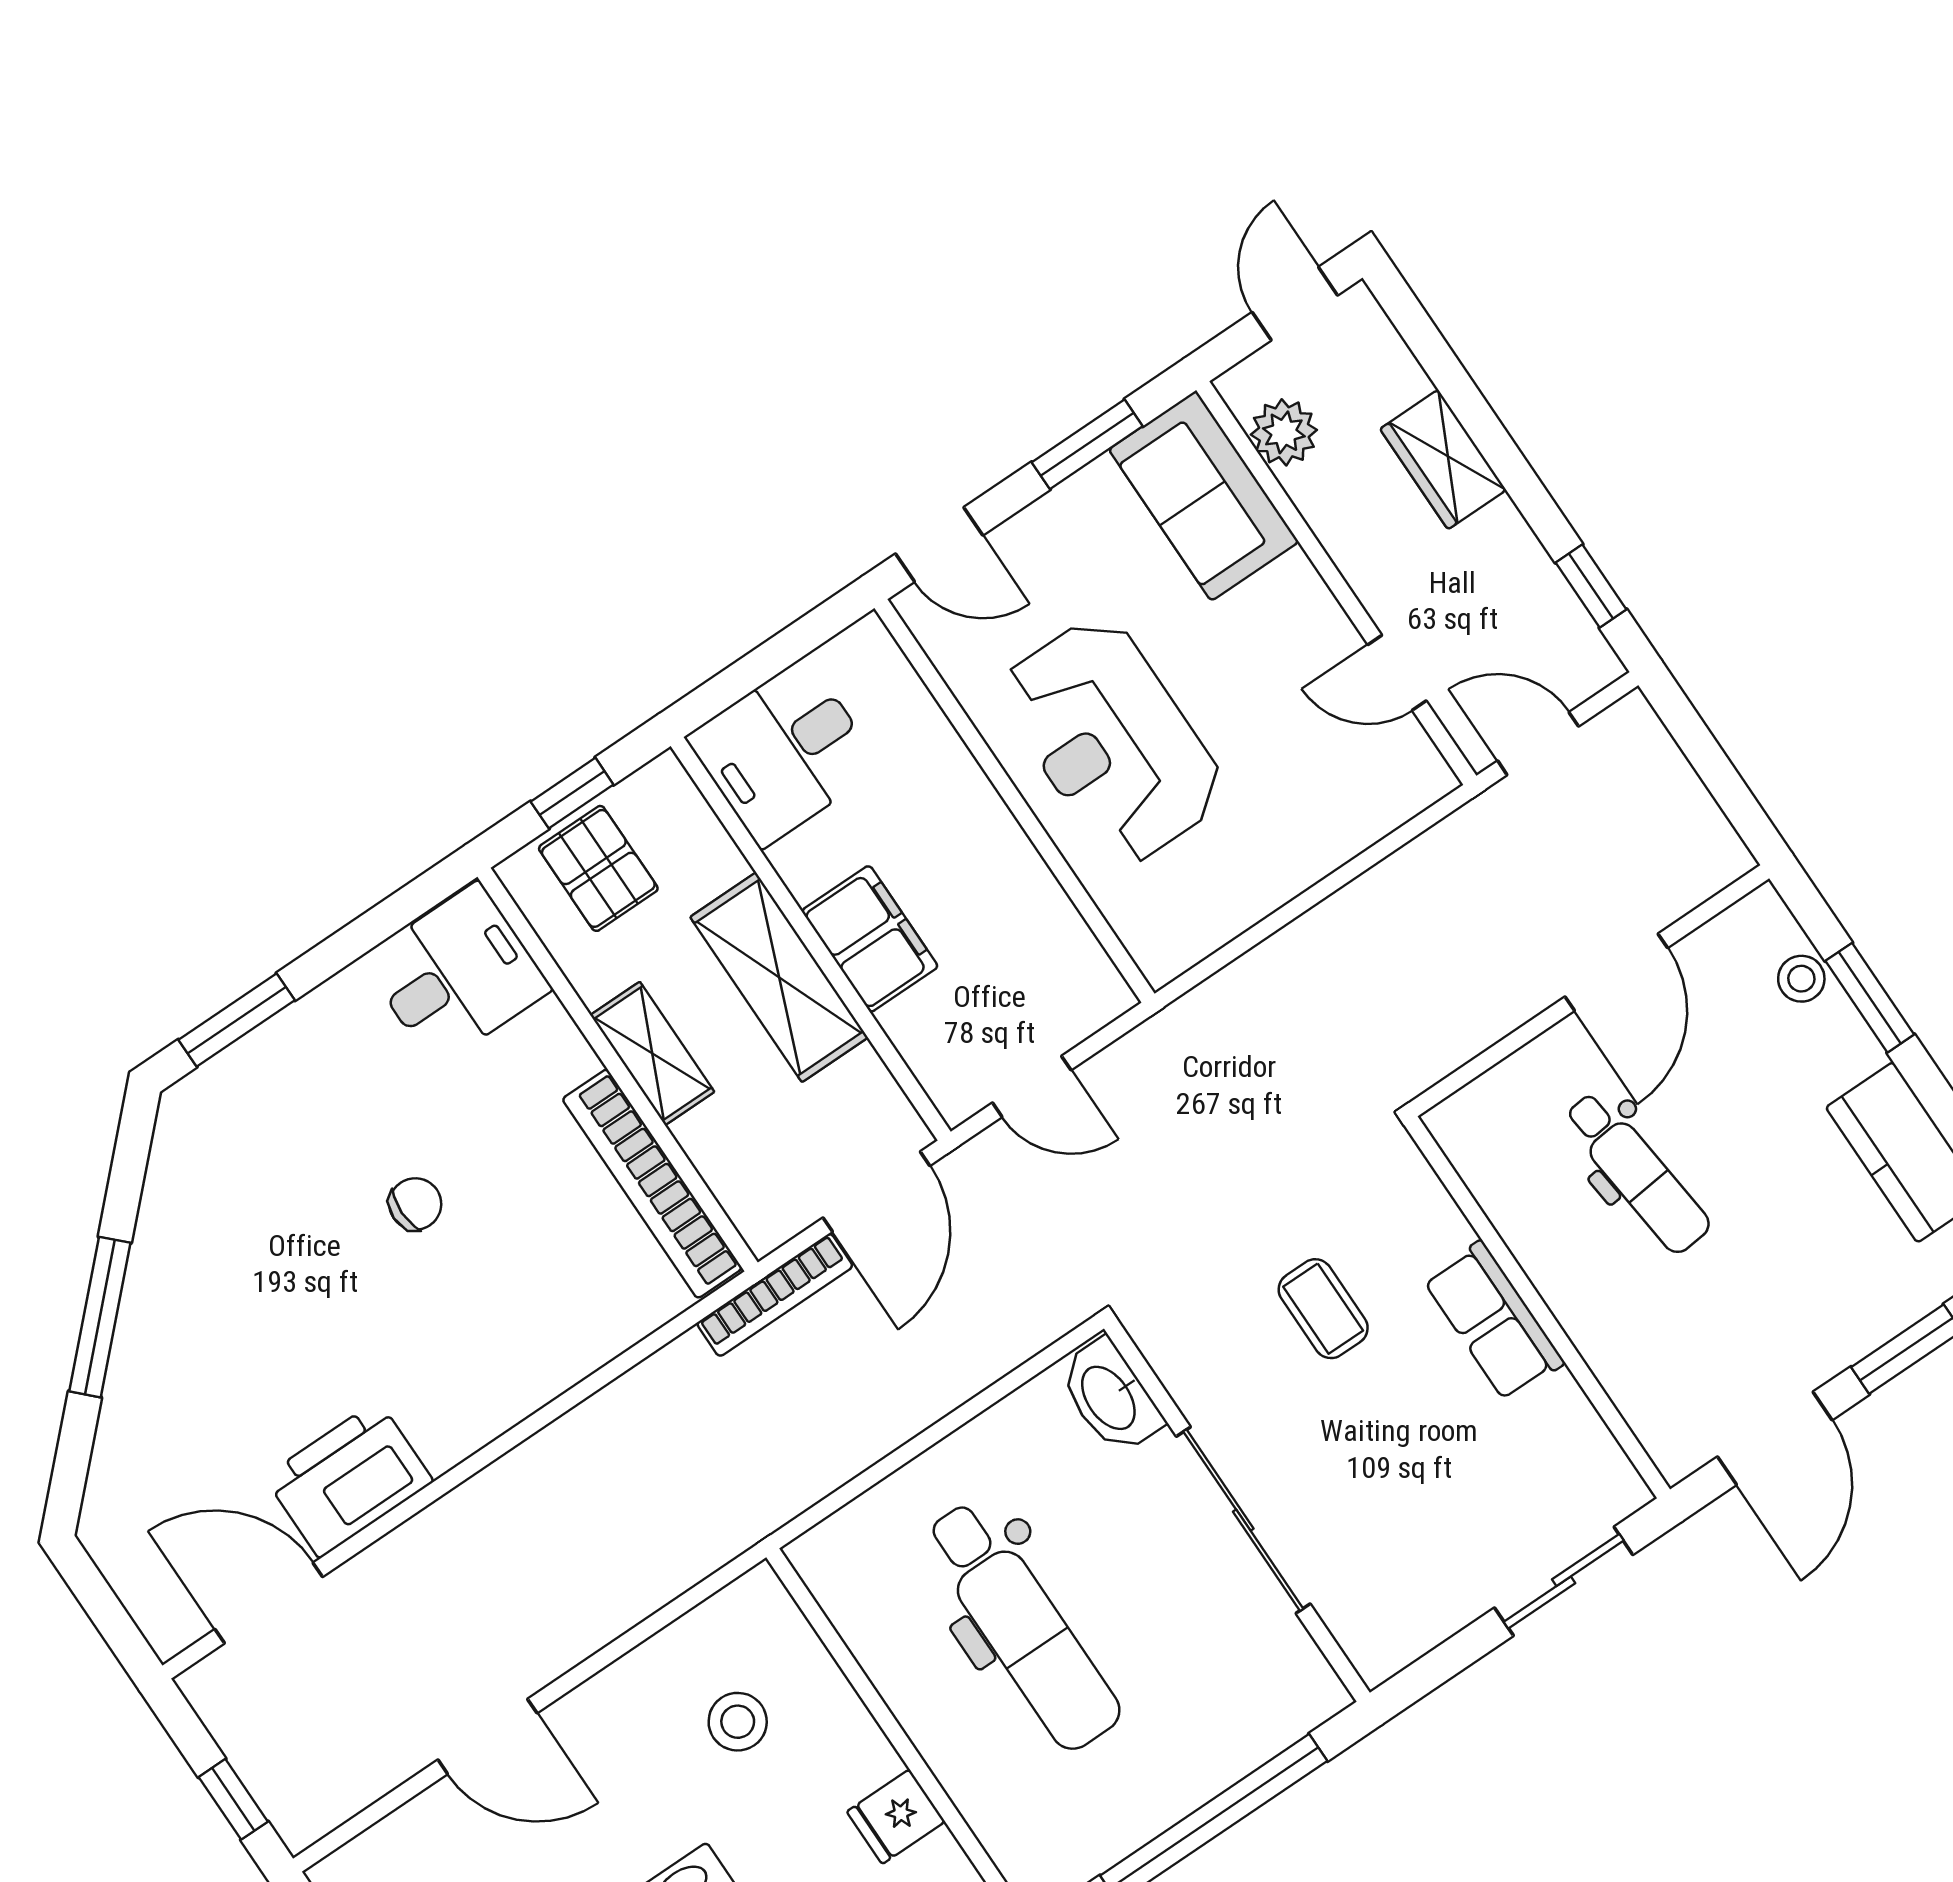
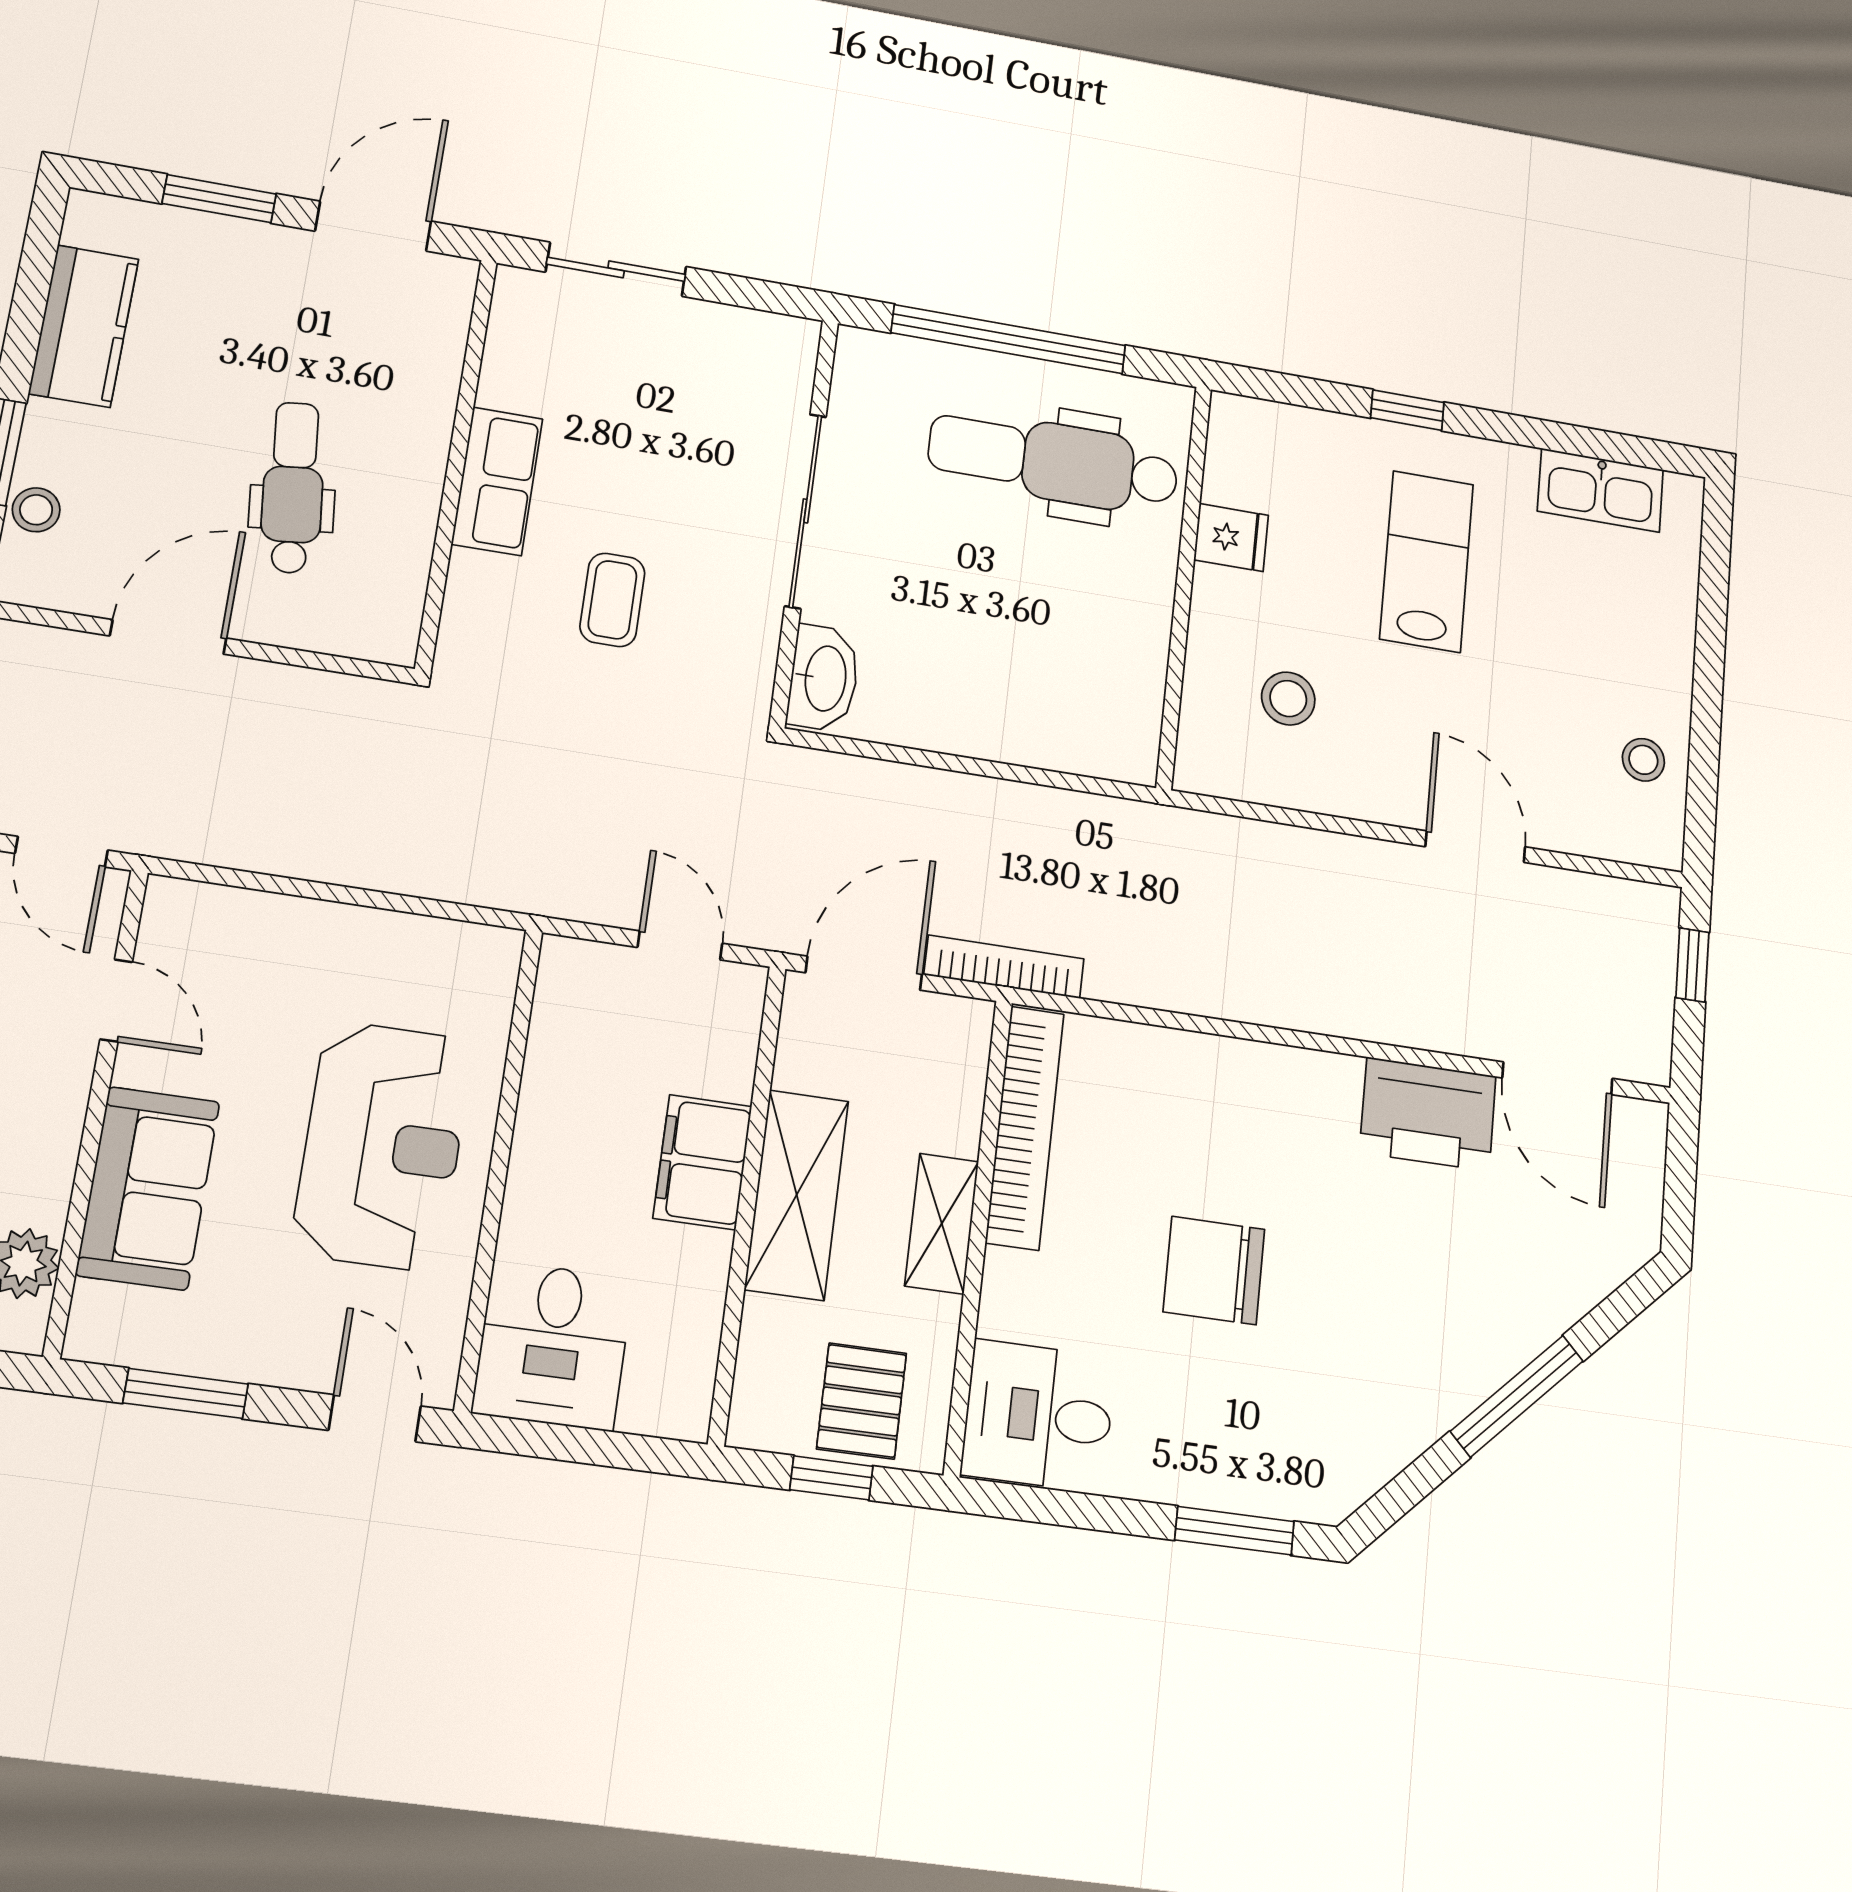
sofa: (1204, 496) -> (148, 1188), moved
desk: (784, 753) -> (553, 1345), moved, turned 90
chair: (415, 1204) -> (1214, 1270), width x1.87, depth x1.87
dental chair: (1022, 1626) -> (1053, 462), moved, turned -90

